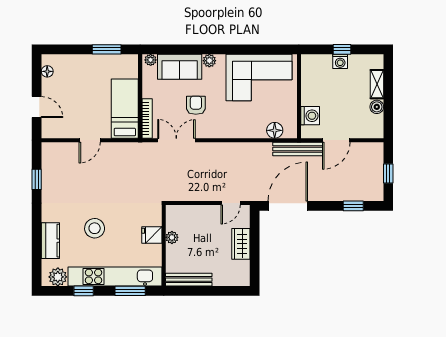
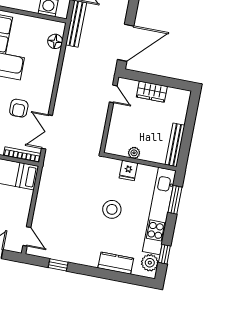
armchair: (196, 105) -> (19, 108), turned -90
door: (90, 140) -> (27, 236), moved
door: (288, 206) -> (126, 43), swing flipped
stool: (95, 228) -> (112, 209), moved
window: (84, 291) -> (164, 254), moved

